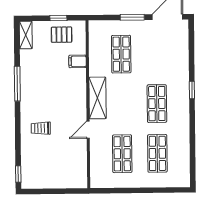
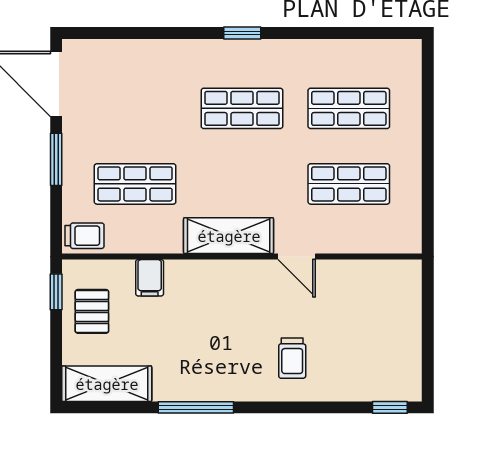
window: (58, 18) -> (56, 292), moved
trolley: (97, 31) -> (85, 236), added
shelving: (26, 35) -> (107, 384), width x1.50, depth x1.33
window: (192, 90) -> (242, 33), moved

